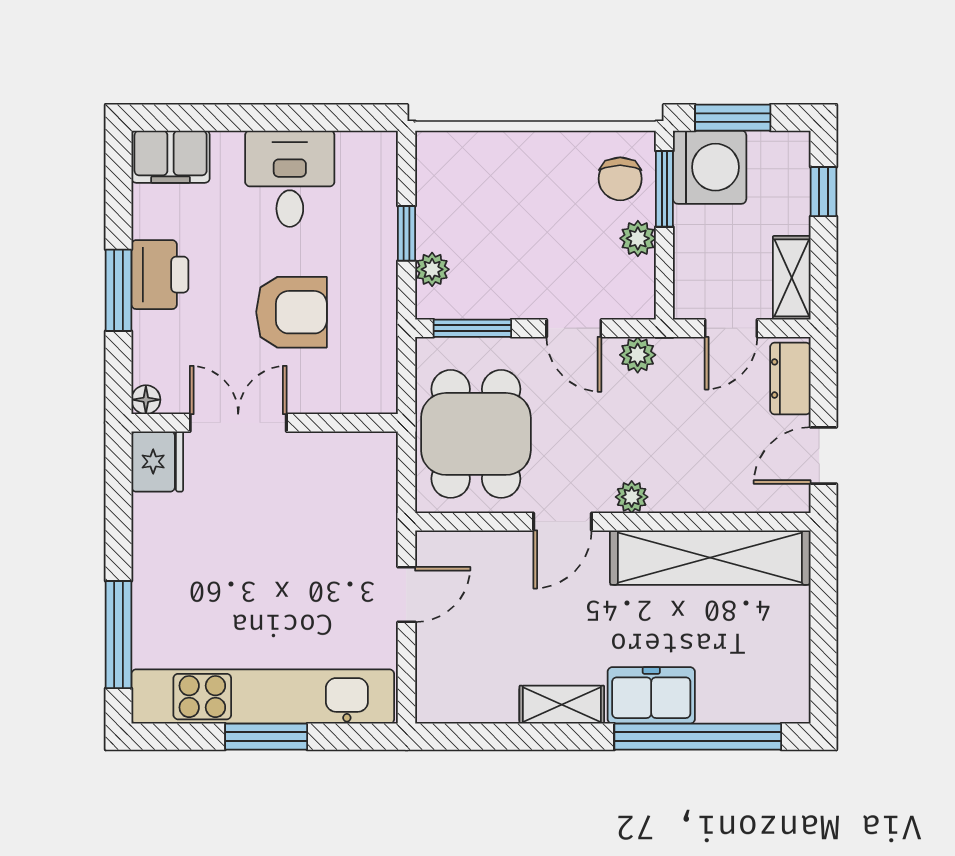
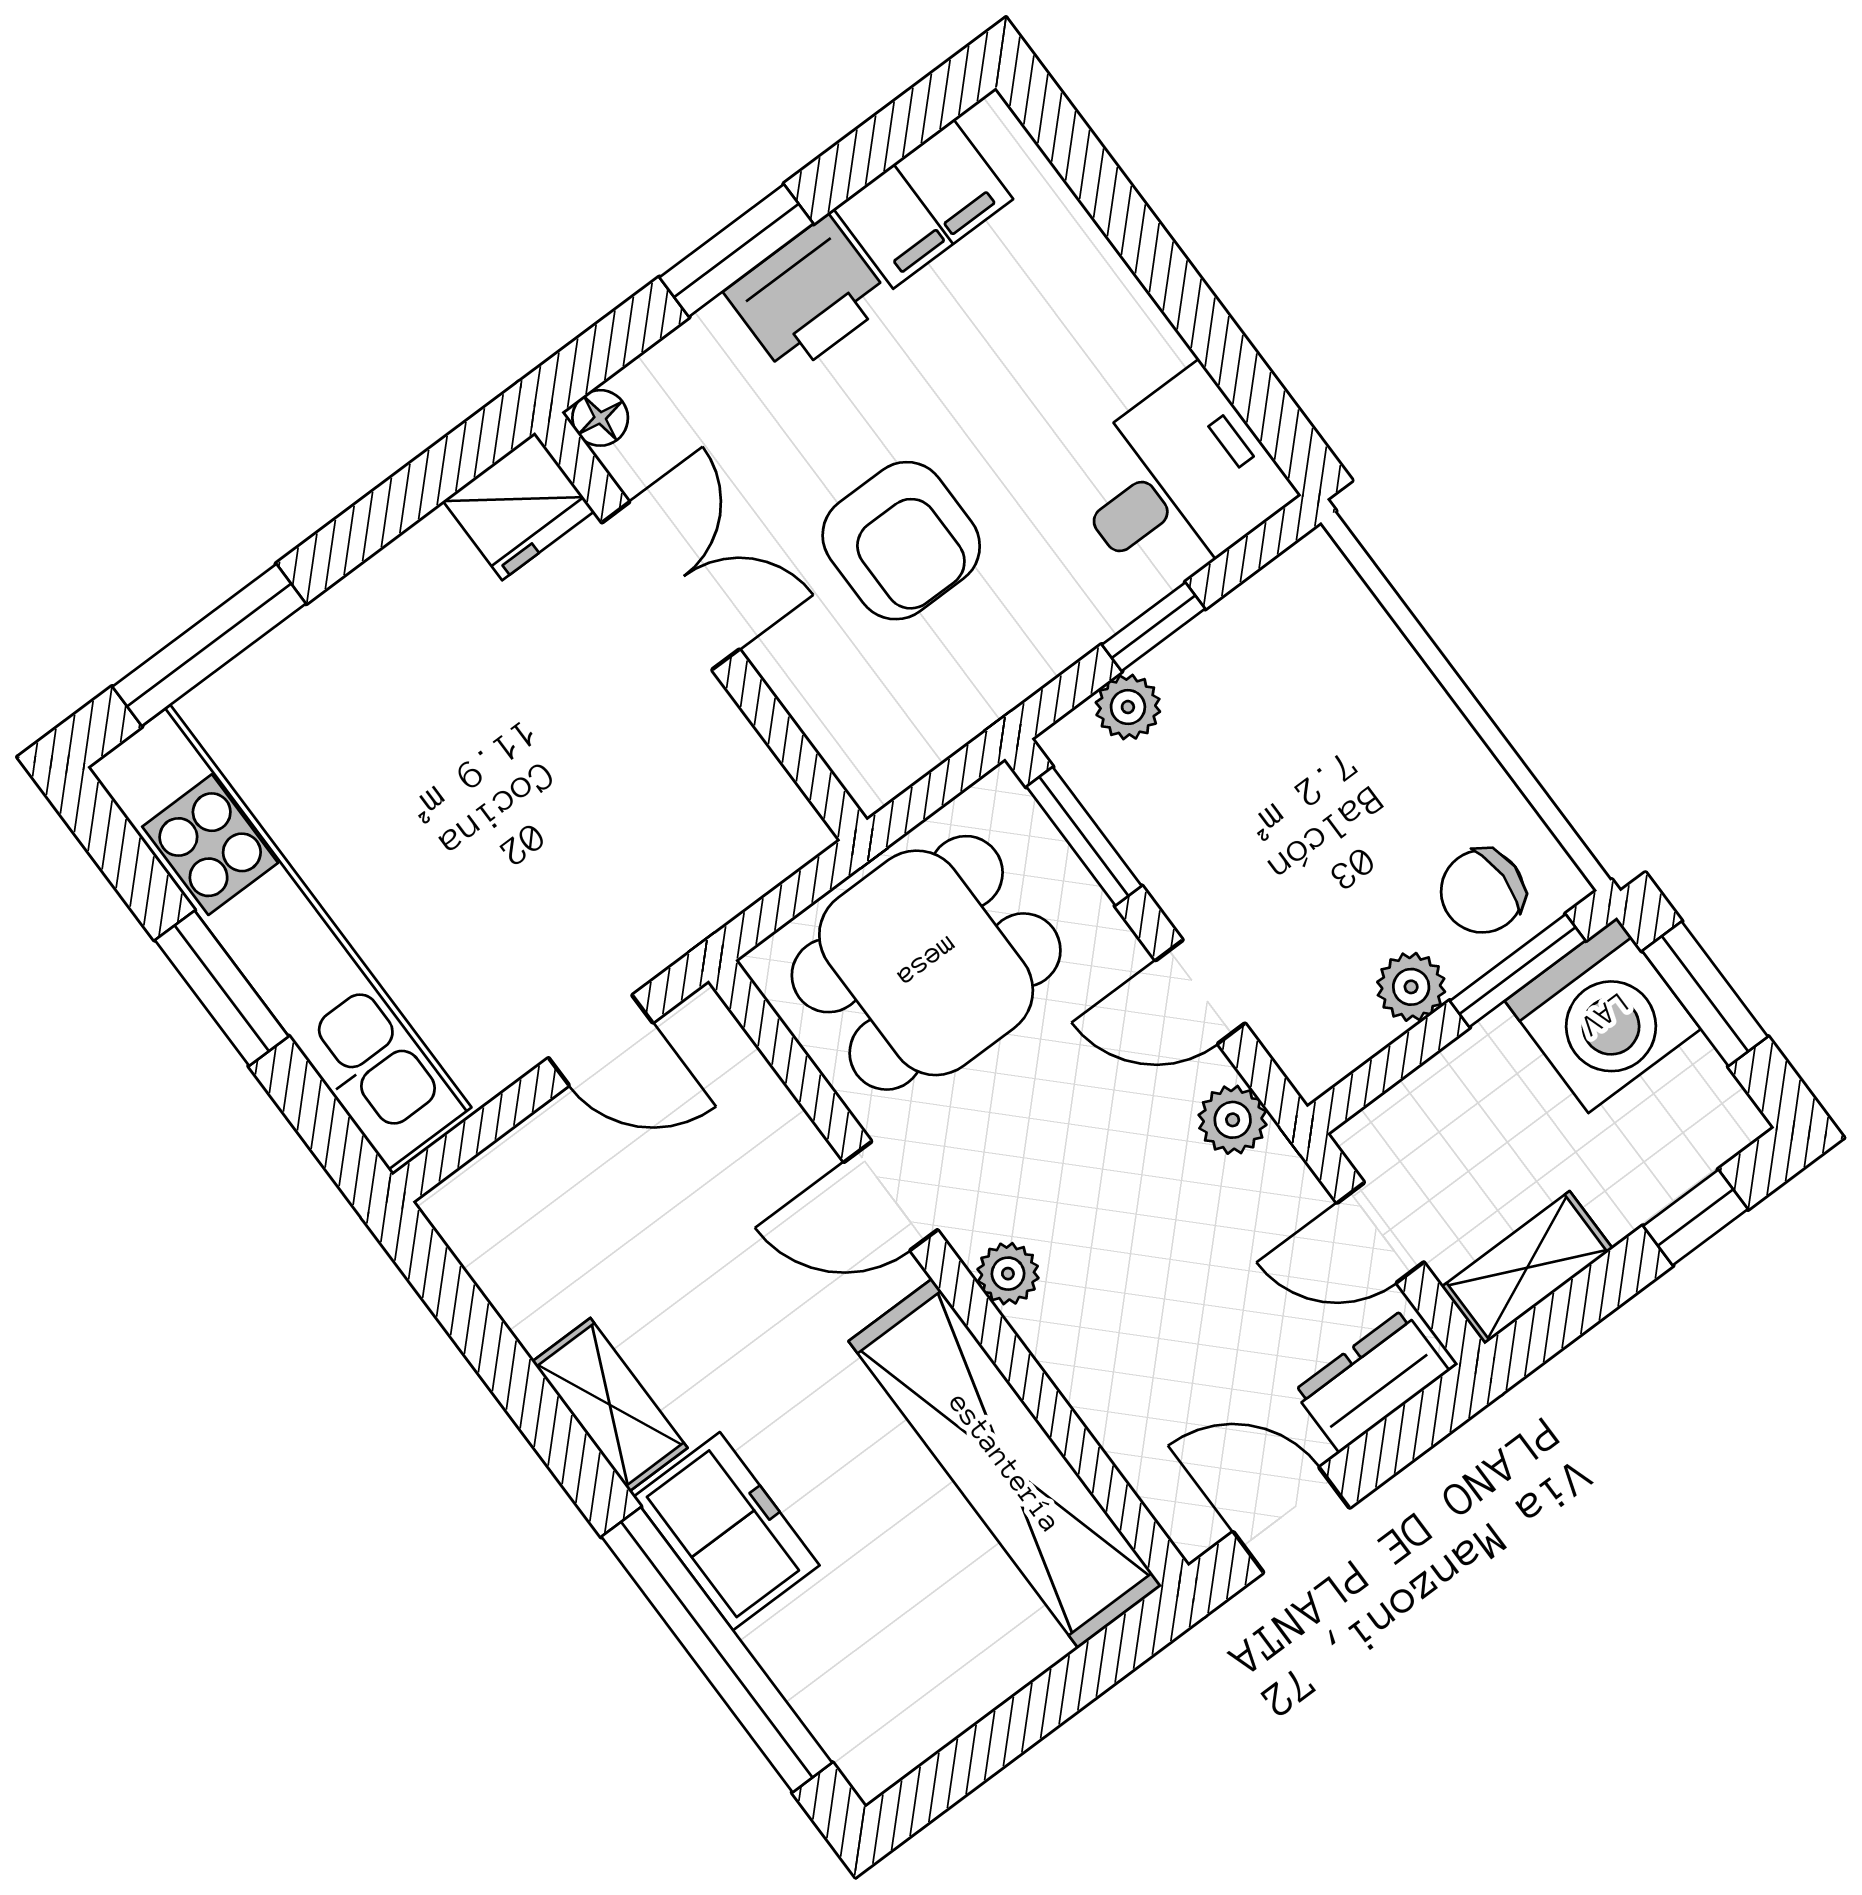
filing cabinet: (171, 157) -> (923, 204), moved, turned -90
desk: (290, 179) -> (1176, 482), moved
door: (574, 328) -> (1200, 992), hinge flipped

